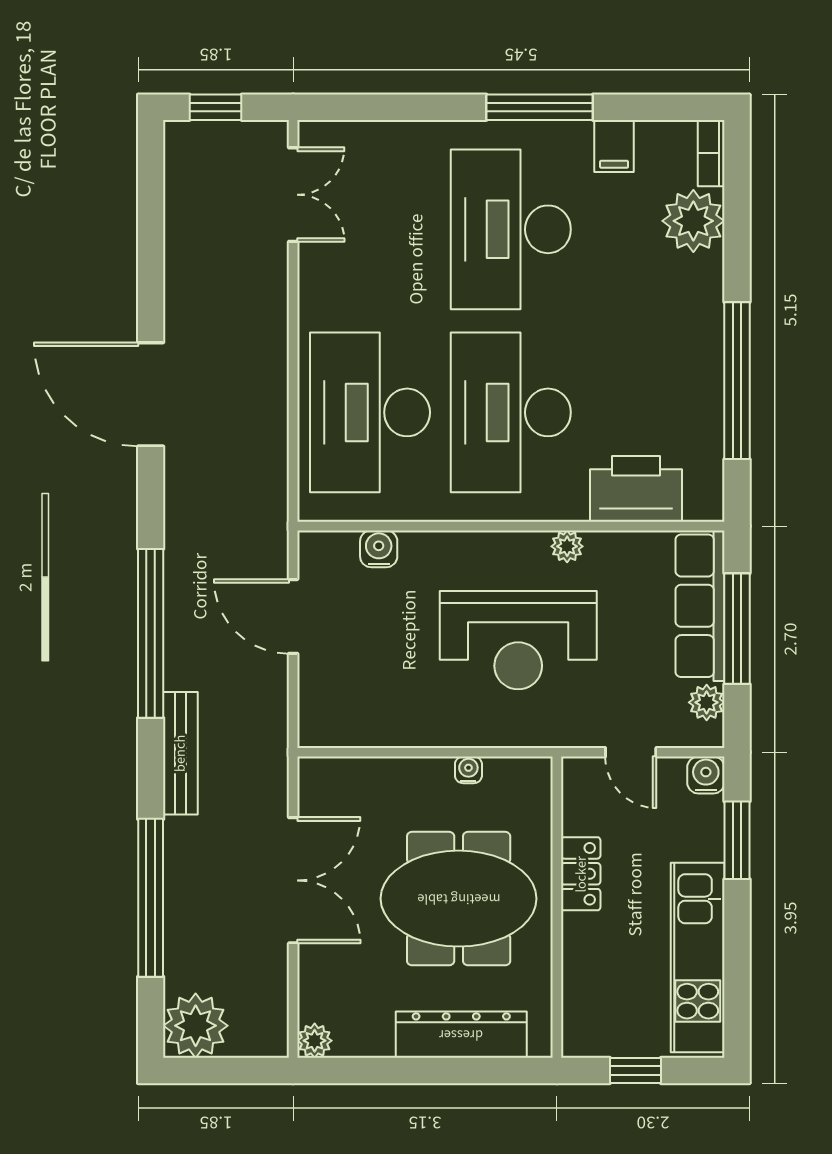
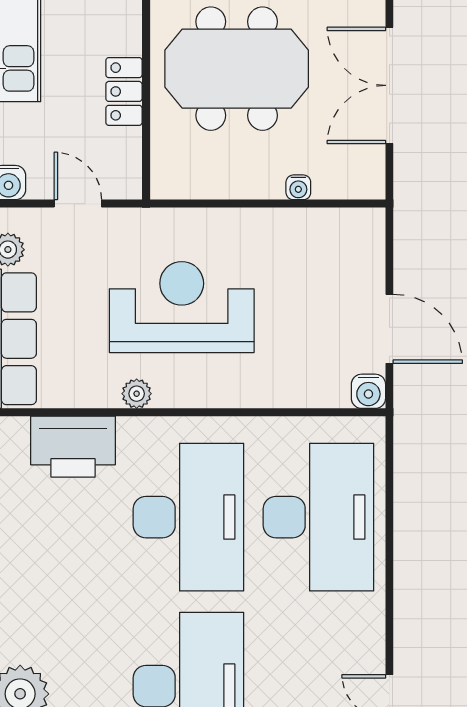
water cooler: (379, 549) -> (368, 391), moved
water cooler: (468, 770) -> (298, 187), moved

